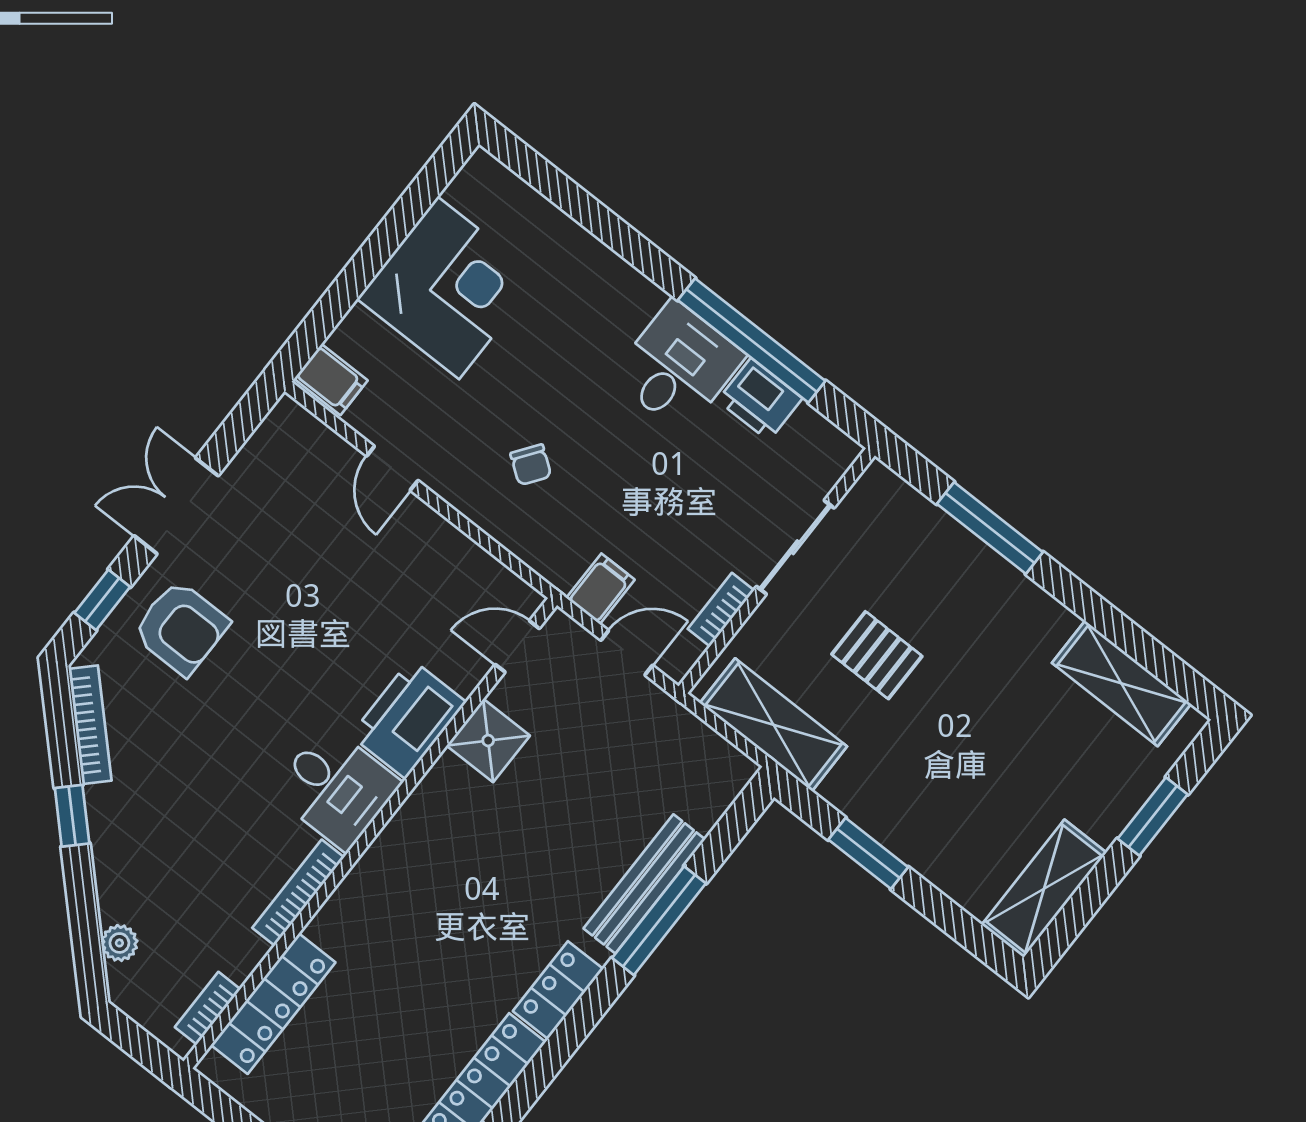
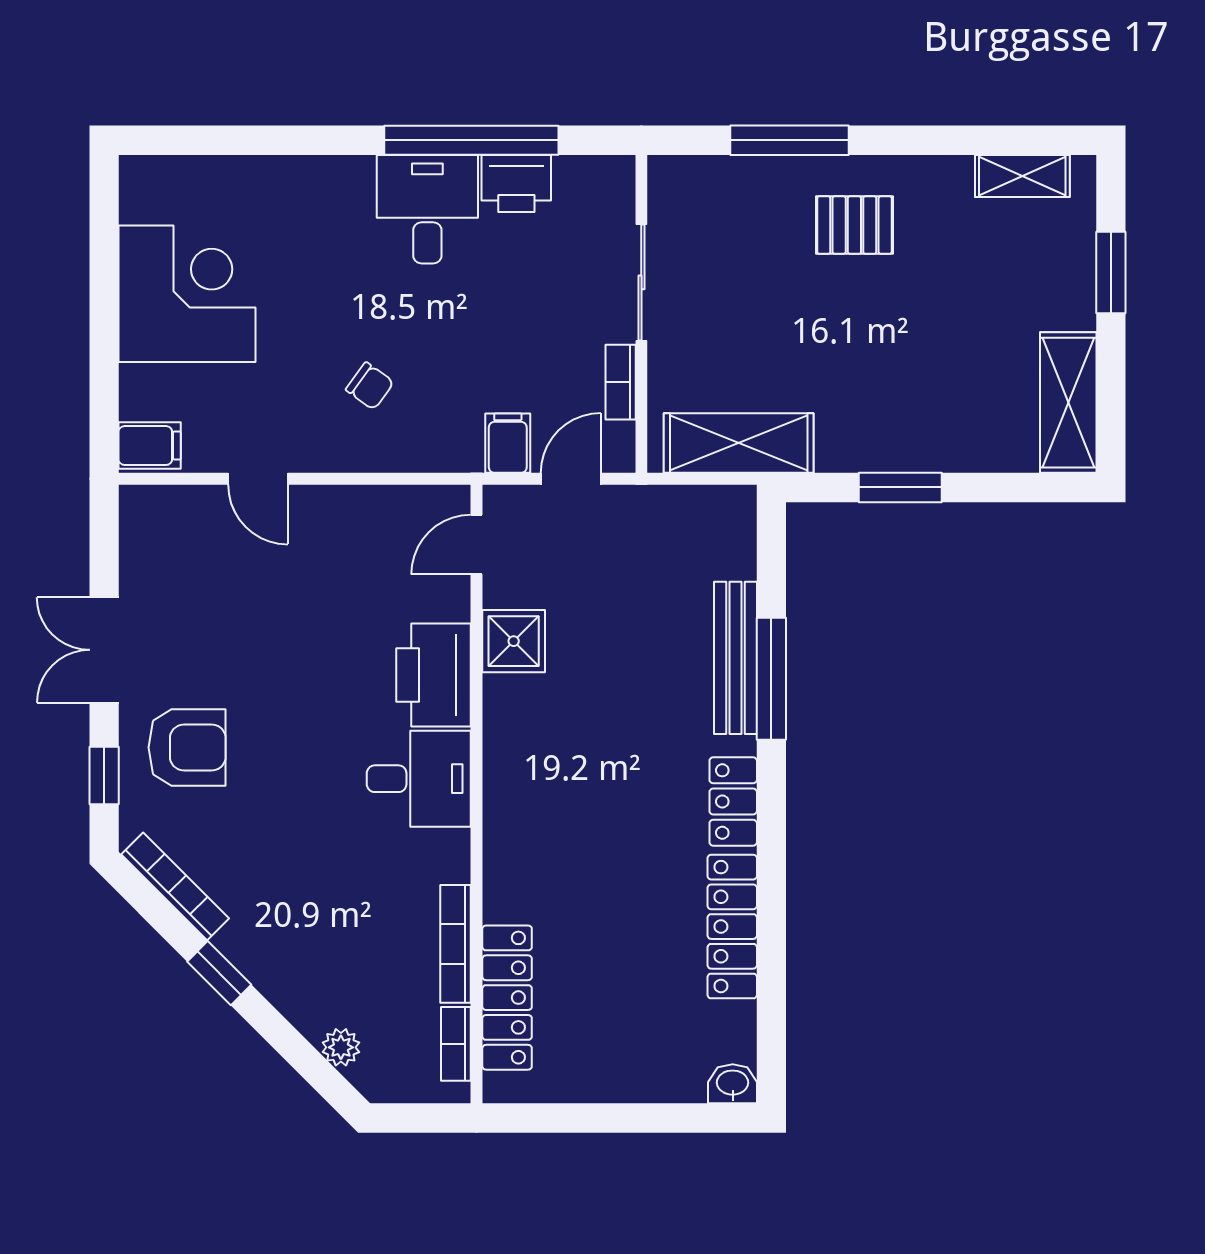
pallet: (877, 655) -> (854, 225), moved
shelving: (1121, 683) -> (1022, 176), width x0.67, depth x0.75
bookcase: (298, 893) -> (456, 944), moved

